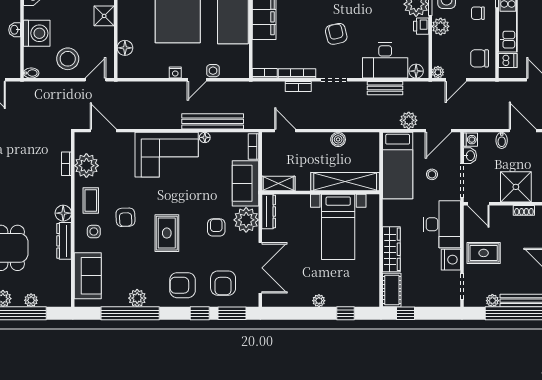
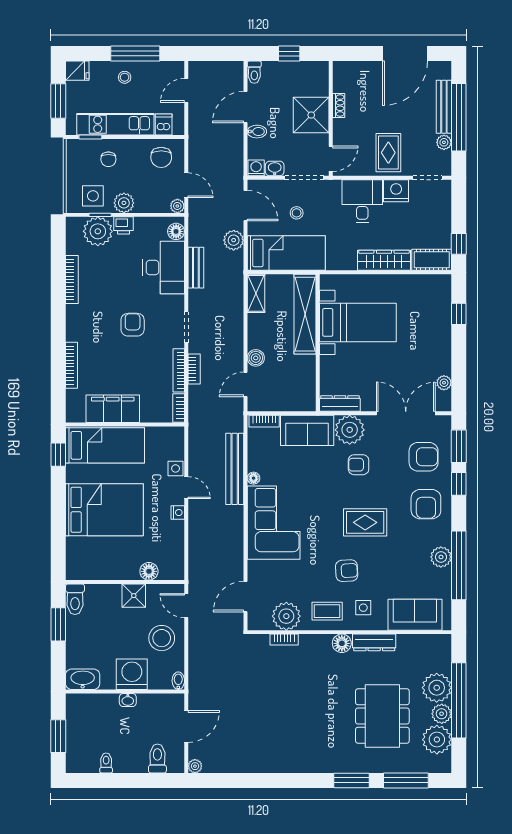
shower: (104, 16) -> (134, 596), moved
armchair: (336, 34) -> (133, 325), turned 103
boiler: (338, 139) -> (256, 358), moved
shelving: (278, 184) -> (256, 293), moved
desk: (442, 224) -> (362, 201), width x0.73
plant: (31, 300) -> (437, 688), width x1.88, depth x1.88
plant: (319, 301) -> (444, 383), moved

